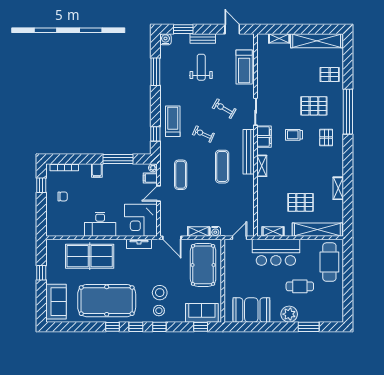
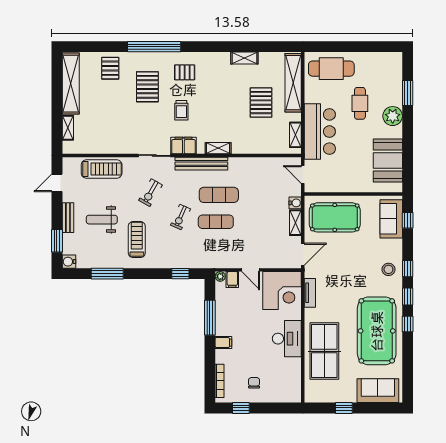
treadmill: (173, 121) -> (137, 240), moved, turned 90
exercise mat: (181, 175) -> (216, 222), moved
stool: (160, 293) -> (367, 268), removed

